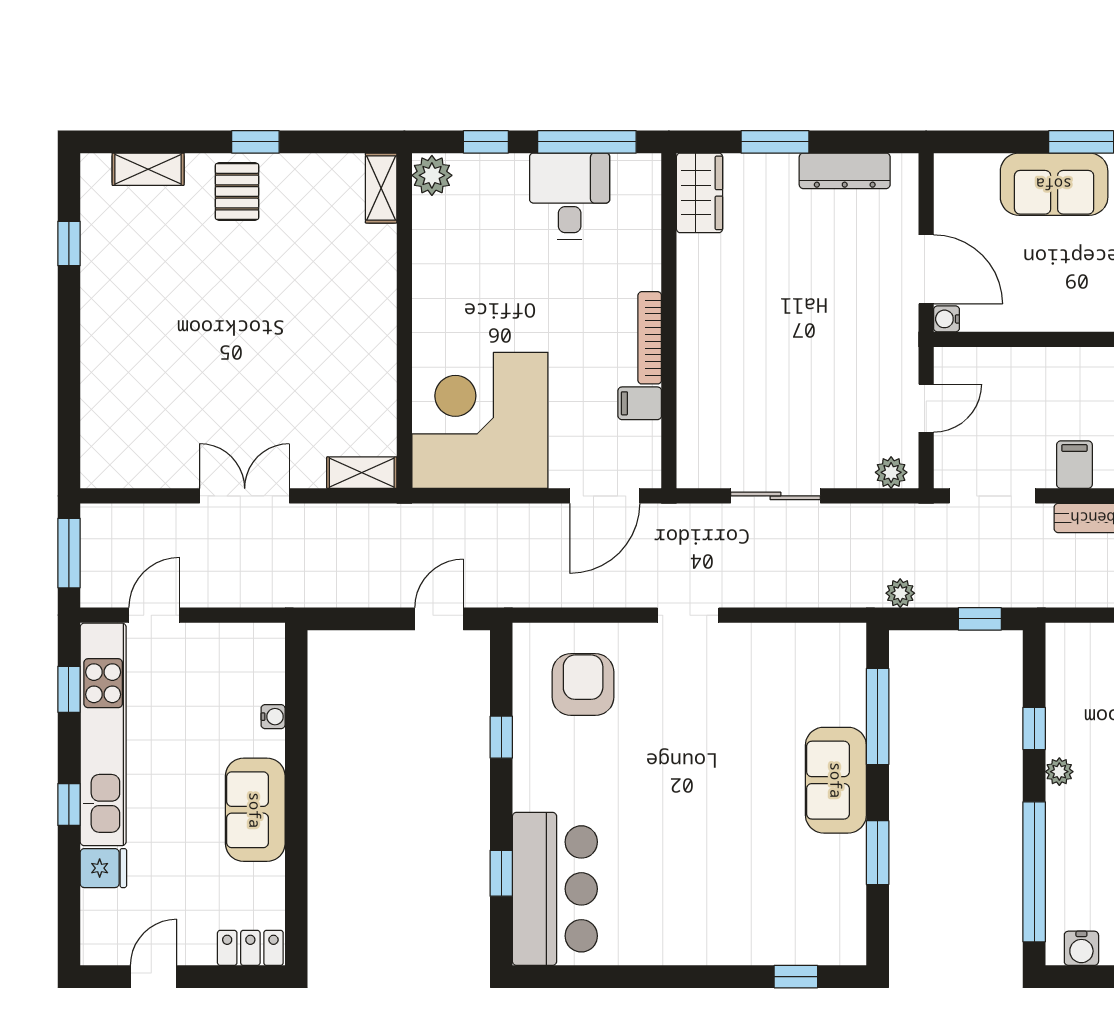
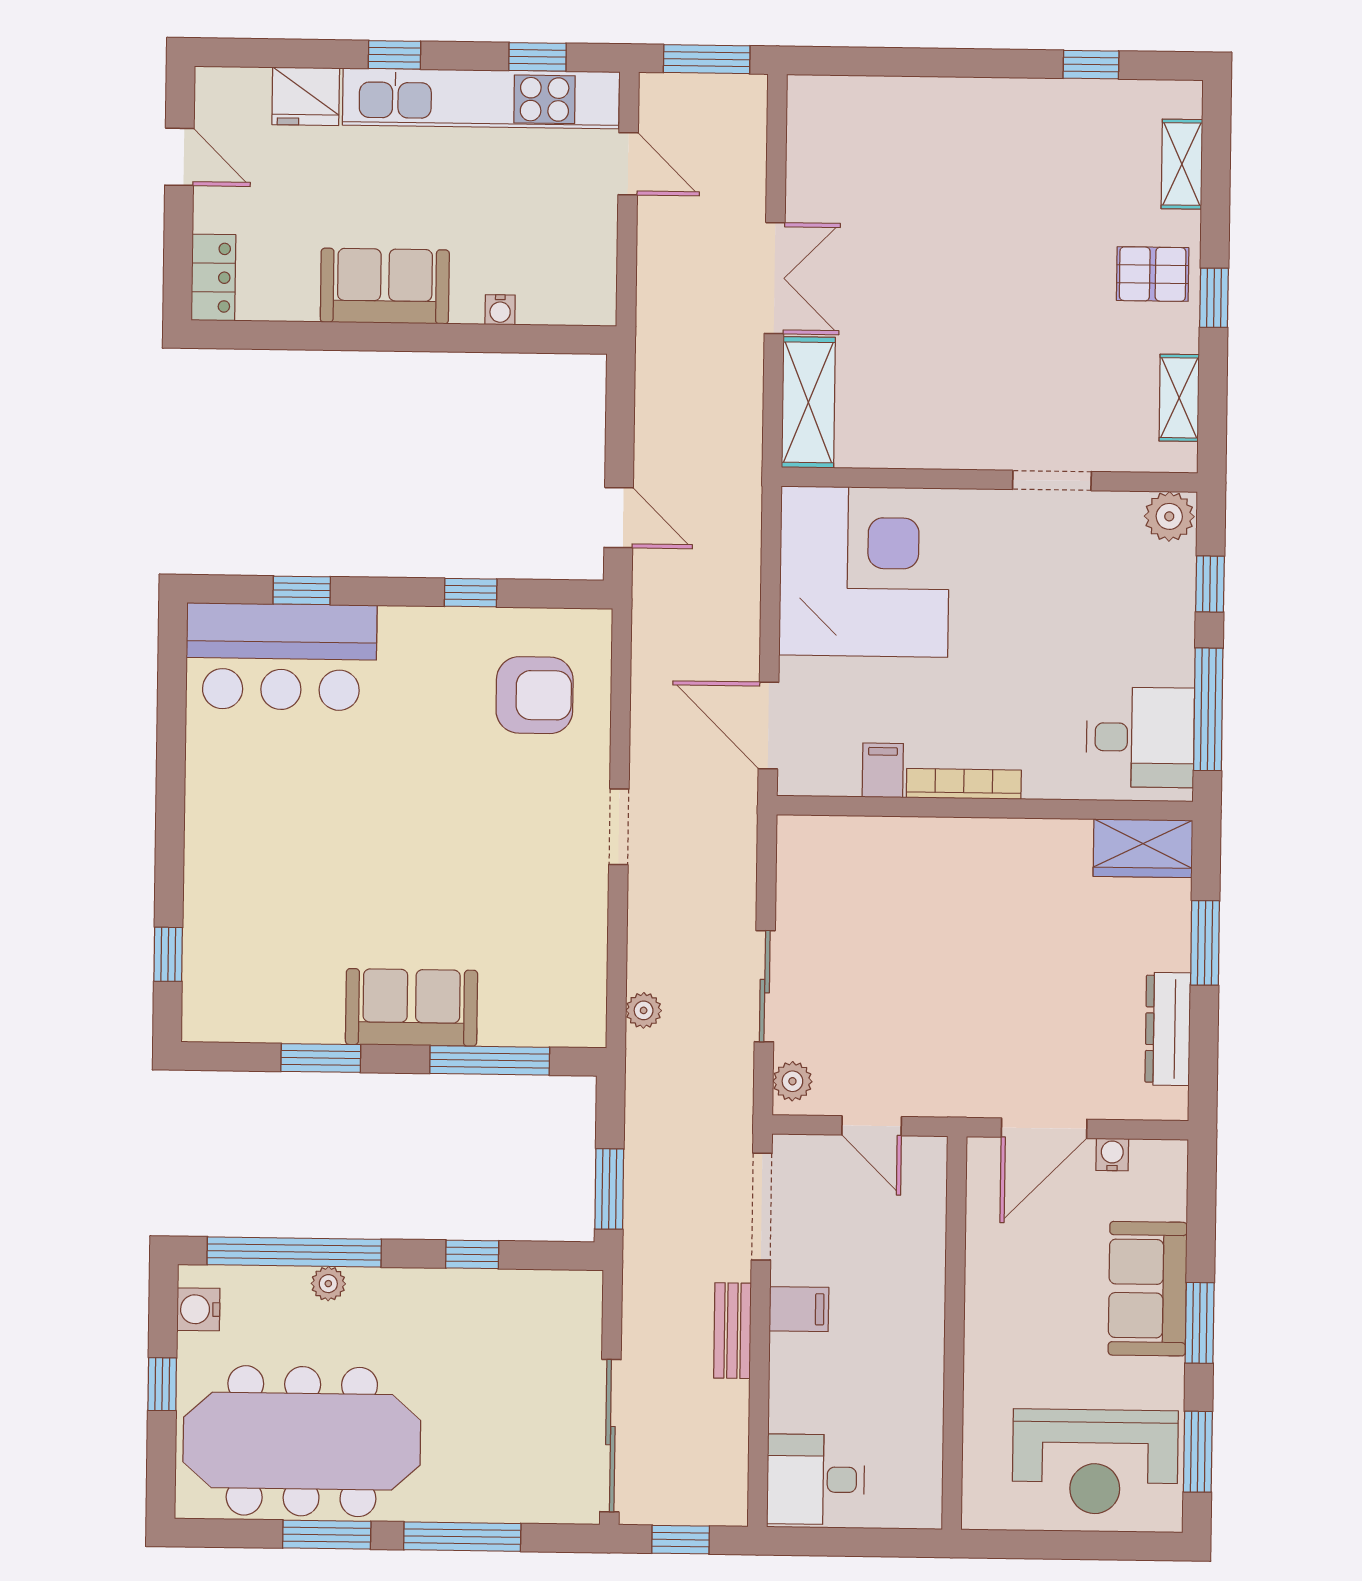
shelving: (381, 188) -> (1179, 398), moved, turned 90
desk: (570, 196) -> (1140, 737), moved
doorway: (404, 270) -> (1052, 480), added
water cooler: (947, 319) -> (1112, 1155), moved
shelving: (362, 473) -> (808, 402), width x1.50, depth x1.33
sliding door: (775, 496) -> (765, 986), moved
plant: (900, 593) -> (644, 1010), moved
window: (980, 619) -> (609, 1189), width x1.50
plant: (1059, 772) -> (328, 1284), moved
fridge: (103, 868) -> (306, 96), width x1.38

